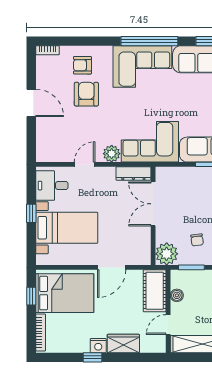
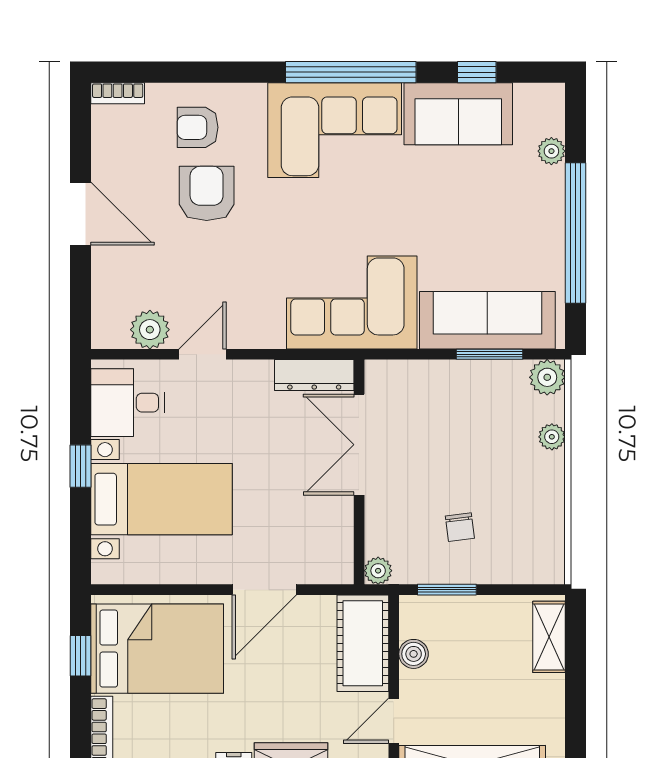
plant: (112, 154) -> (150, 330), moved
plant: (167, 254) -> (378, 571), width x0.53, depth x0.53

